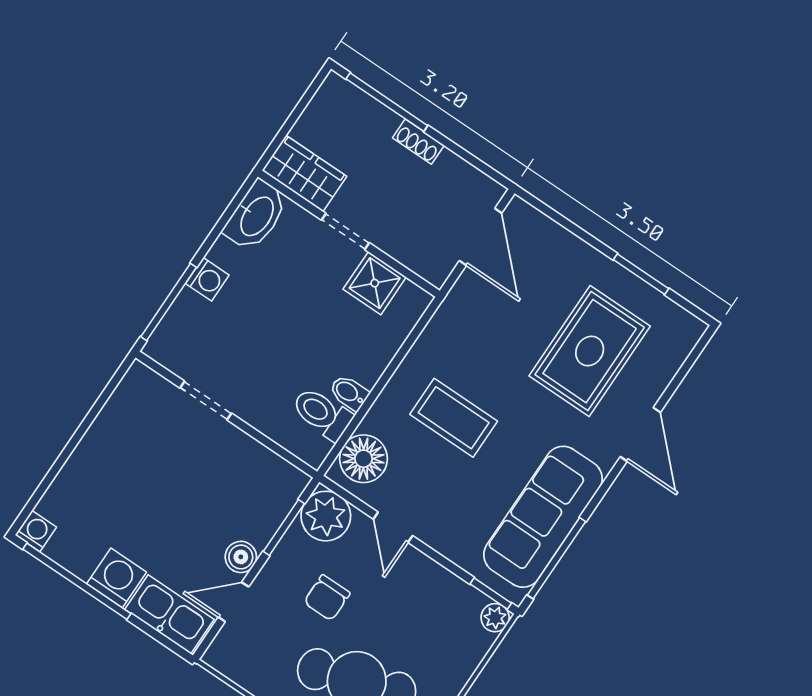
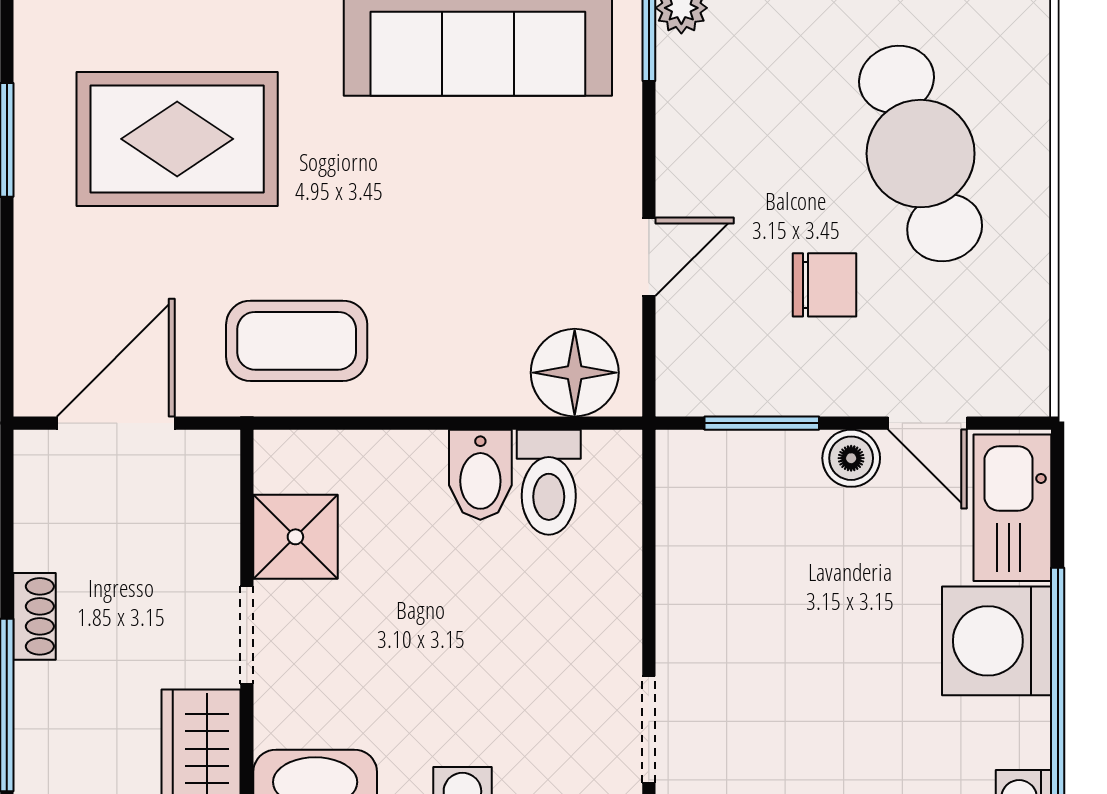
bidet: (349, 393) -> (480, 475), width x1.38, depth x1.36
doorway: (206, 401) -> (649, 729), moved
coffee table: (454, 418) -> (297, 341), moved, turned 90
plant: (326, 516) -> (701, 371), removed
washing machine: (117, 578) -> (997, 641), width x1.37, depth x1.37

